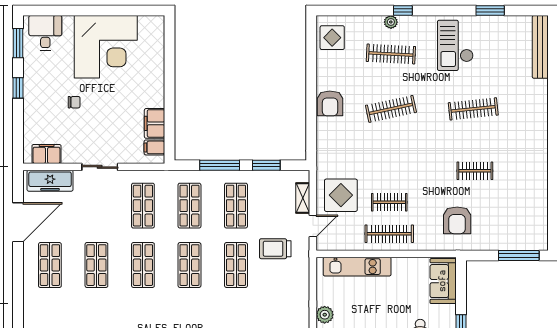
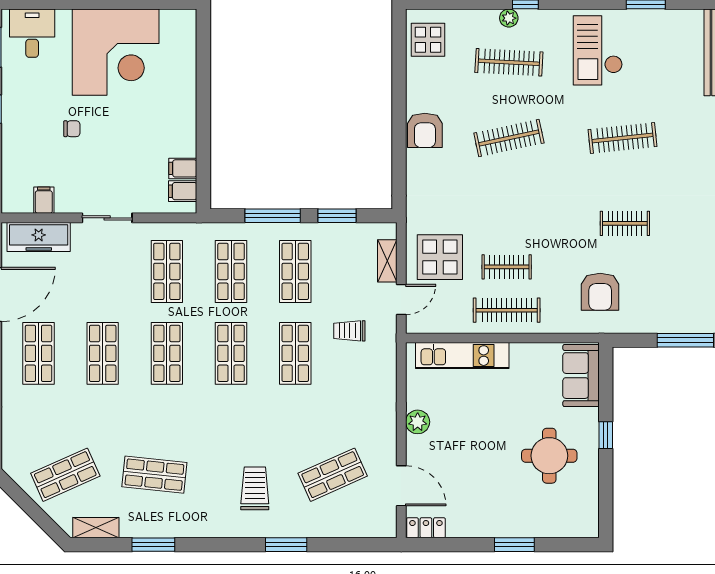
filing cabinet: (155, 123) -> (183, 168), width x0.50
filing cabinet: (47, 154) -> (44, 200), width x0.50
trolley: (275, 249) -> (349, 331), width x0.73, depth x0.72

